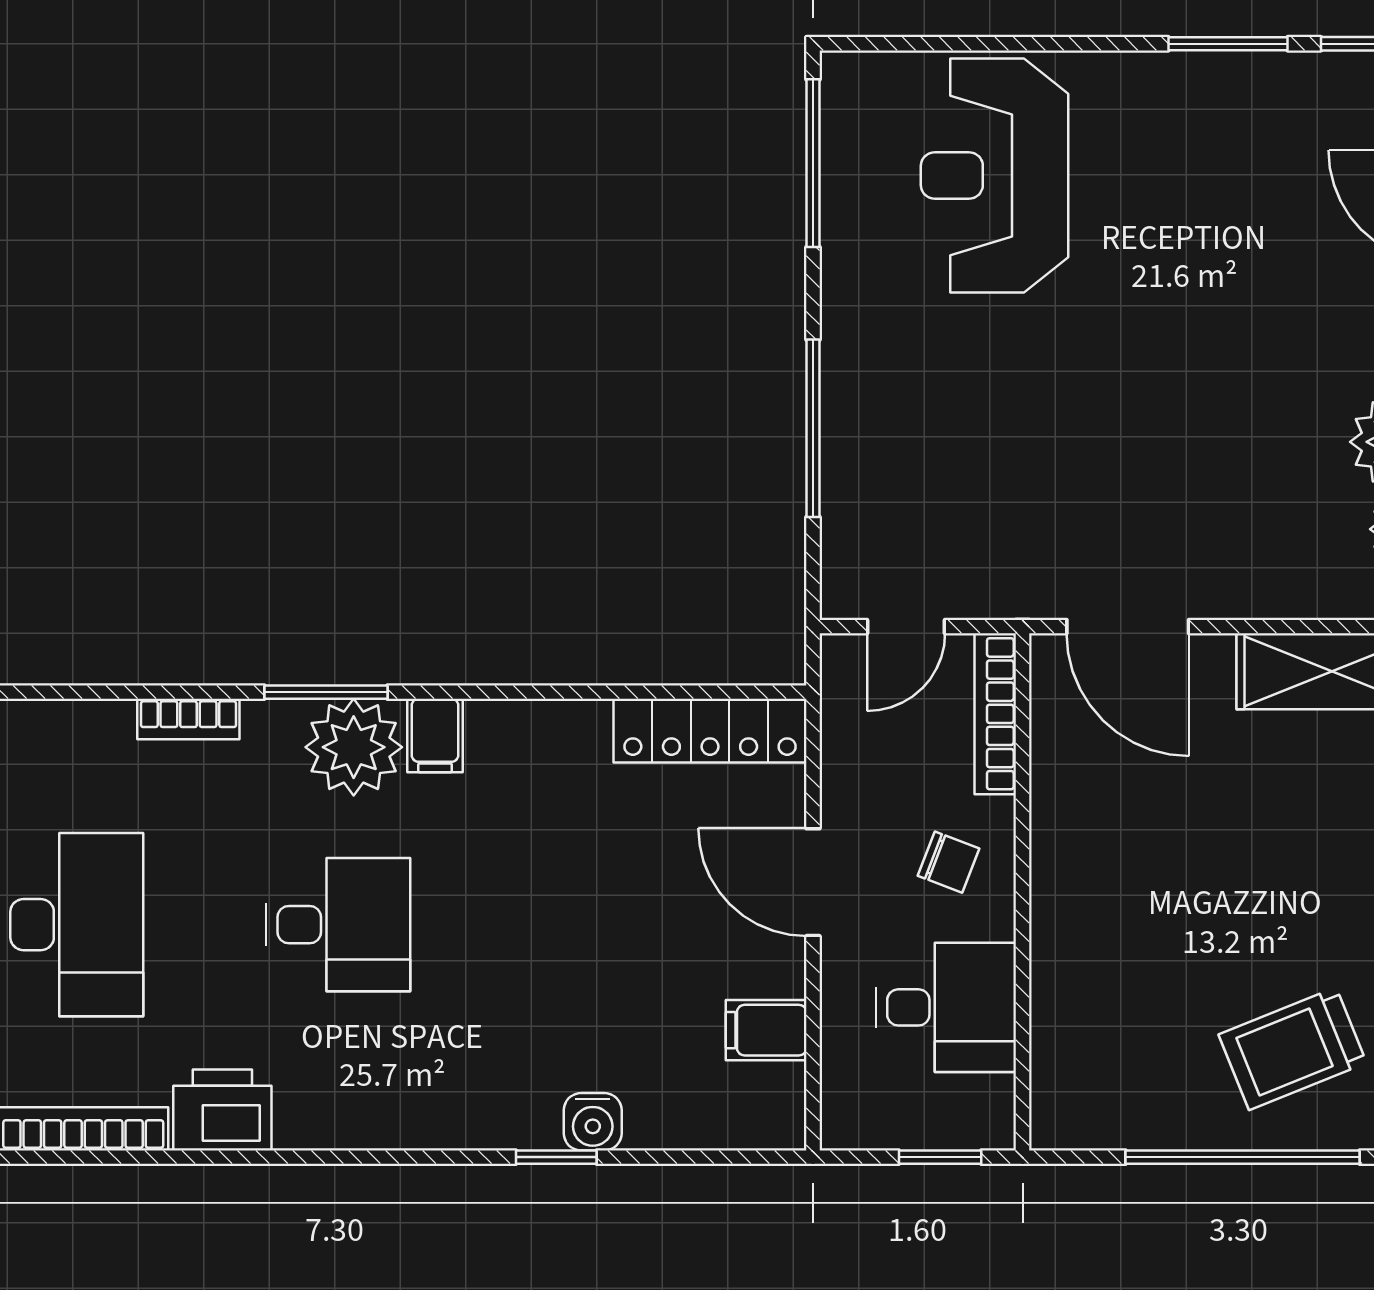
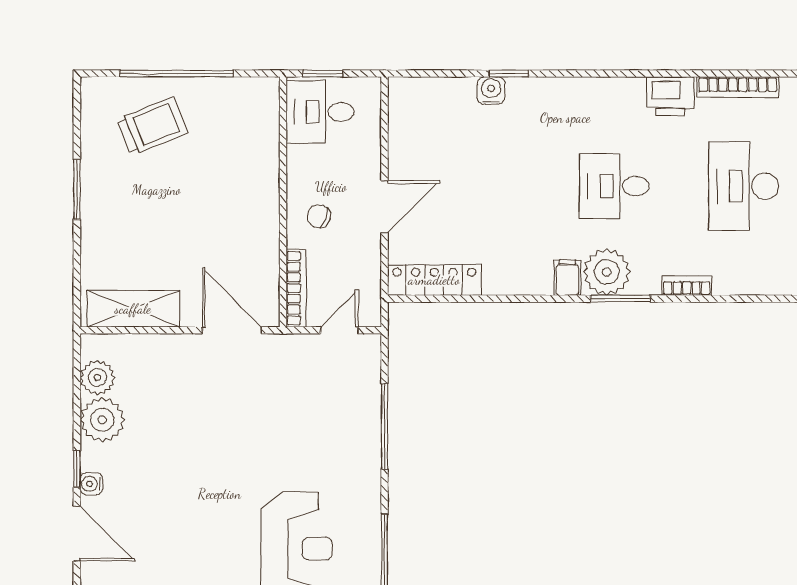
door: (813, 882) -> (384, 207), hinge flipped
desk: (946, 1007) -> (320, 112), moved
filing cabinet: (766, 1030) -> (407, 135), removed

